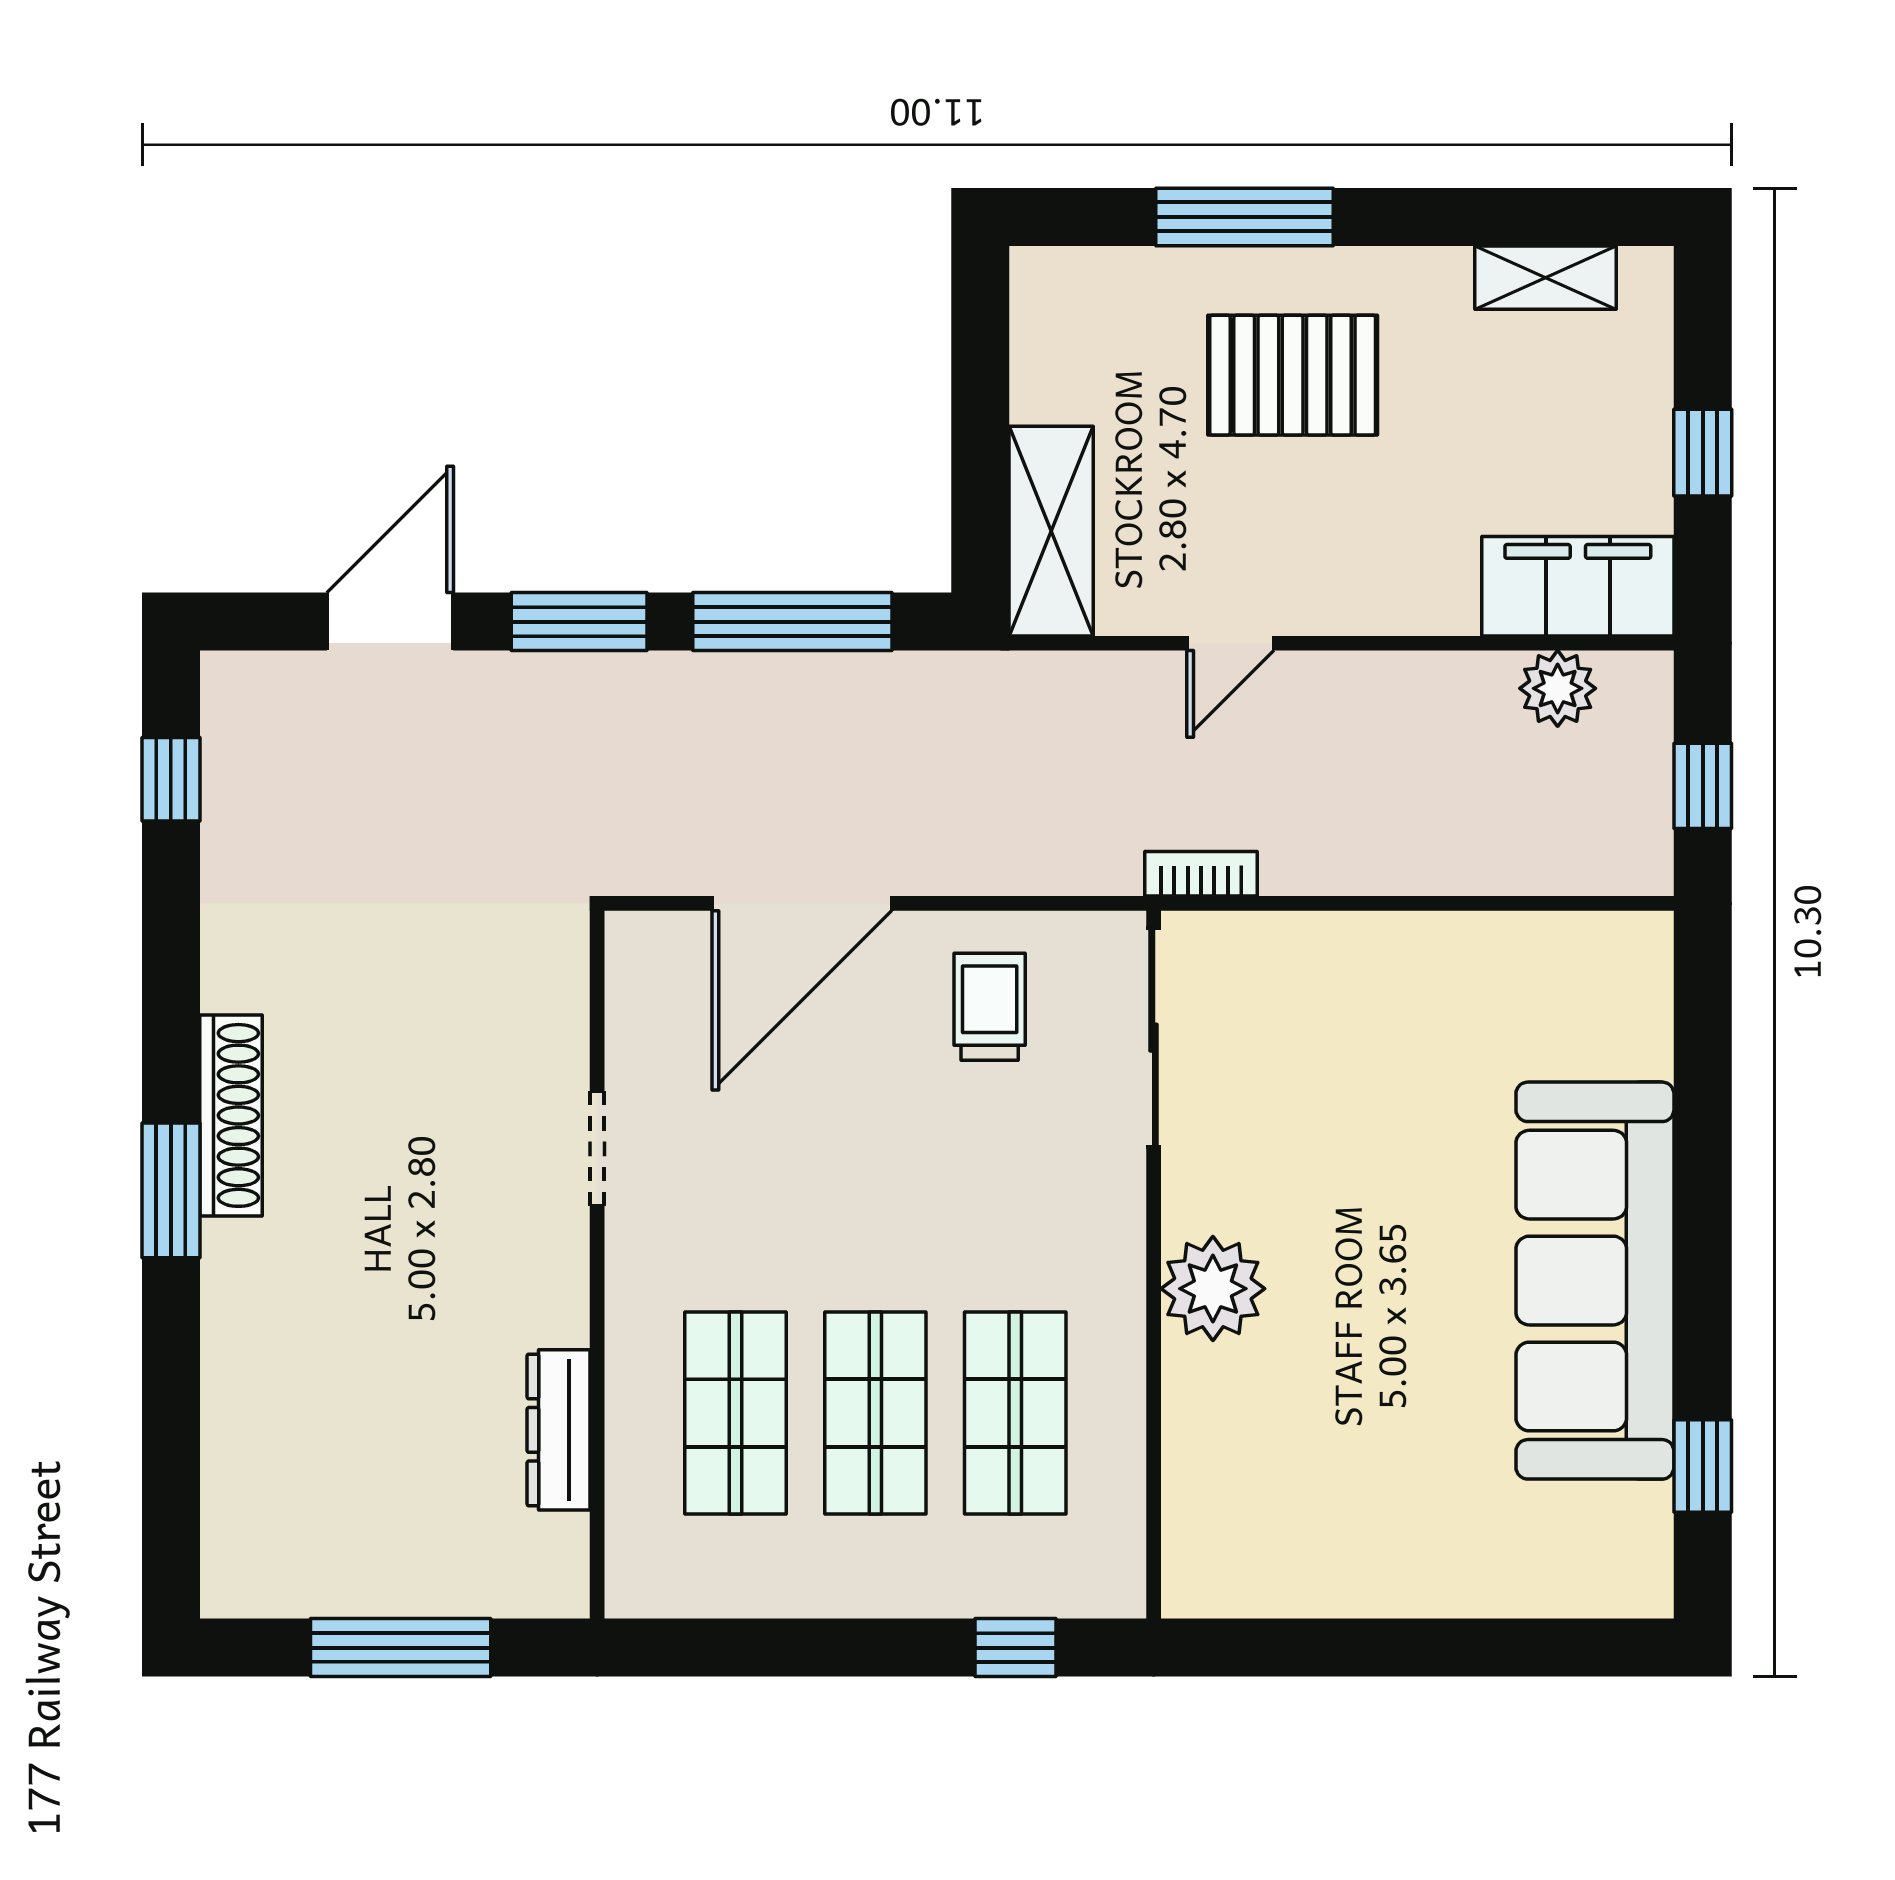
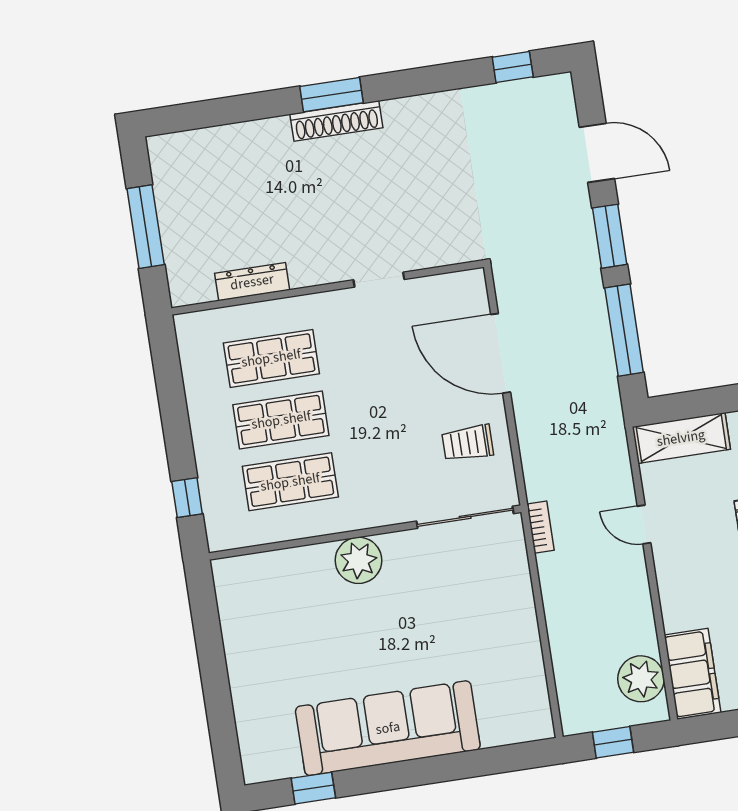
plant: (1558, 688) -> (641, 679), width x1.36, depth x1.36
trolley: (990, 1007) -> (468, 443), turned 180
shoe rack: (231, 1115) -> (336, 121), moved

